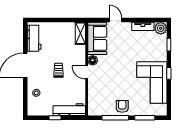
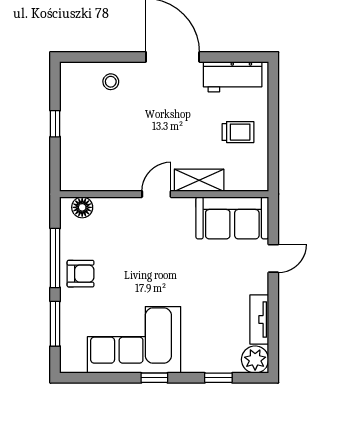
shelving: (80, 33) -> (199, 180), moved
floor lamp: (93, 60) -> (82, 207), moved
trolley: (58, 70) -> (238, 132), moved
workbench: (69, 110) -> (73, 155), removed

